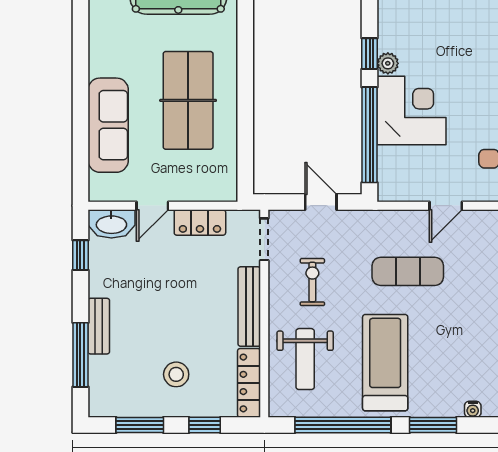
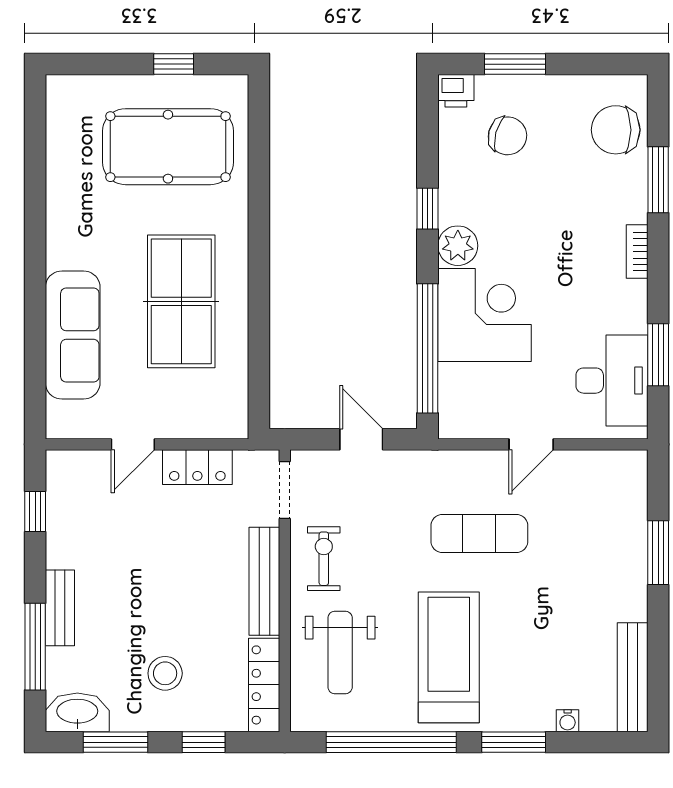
window: (370, 54) -> (428, 209), moved
plant: (388, 63) -> (458, 246), width x1.38, depth x1.38
washbasin: (111, 224) -> (77, 712), moved, turned 180
exercise bike: (312, 282) -> (324, 559), moved

